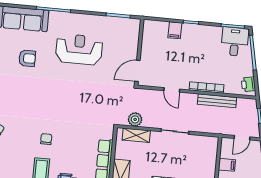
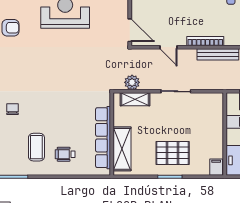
door: (137, 71) -> (130, 30), swing flipped
chair: (46, 139) -> (12, 109), moved

